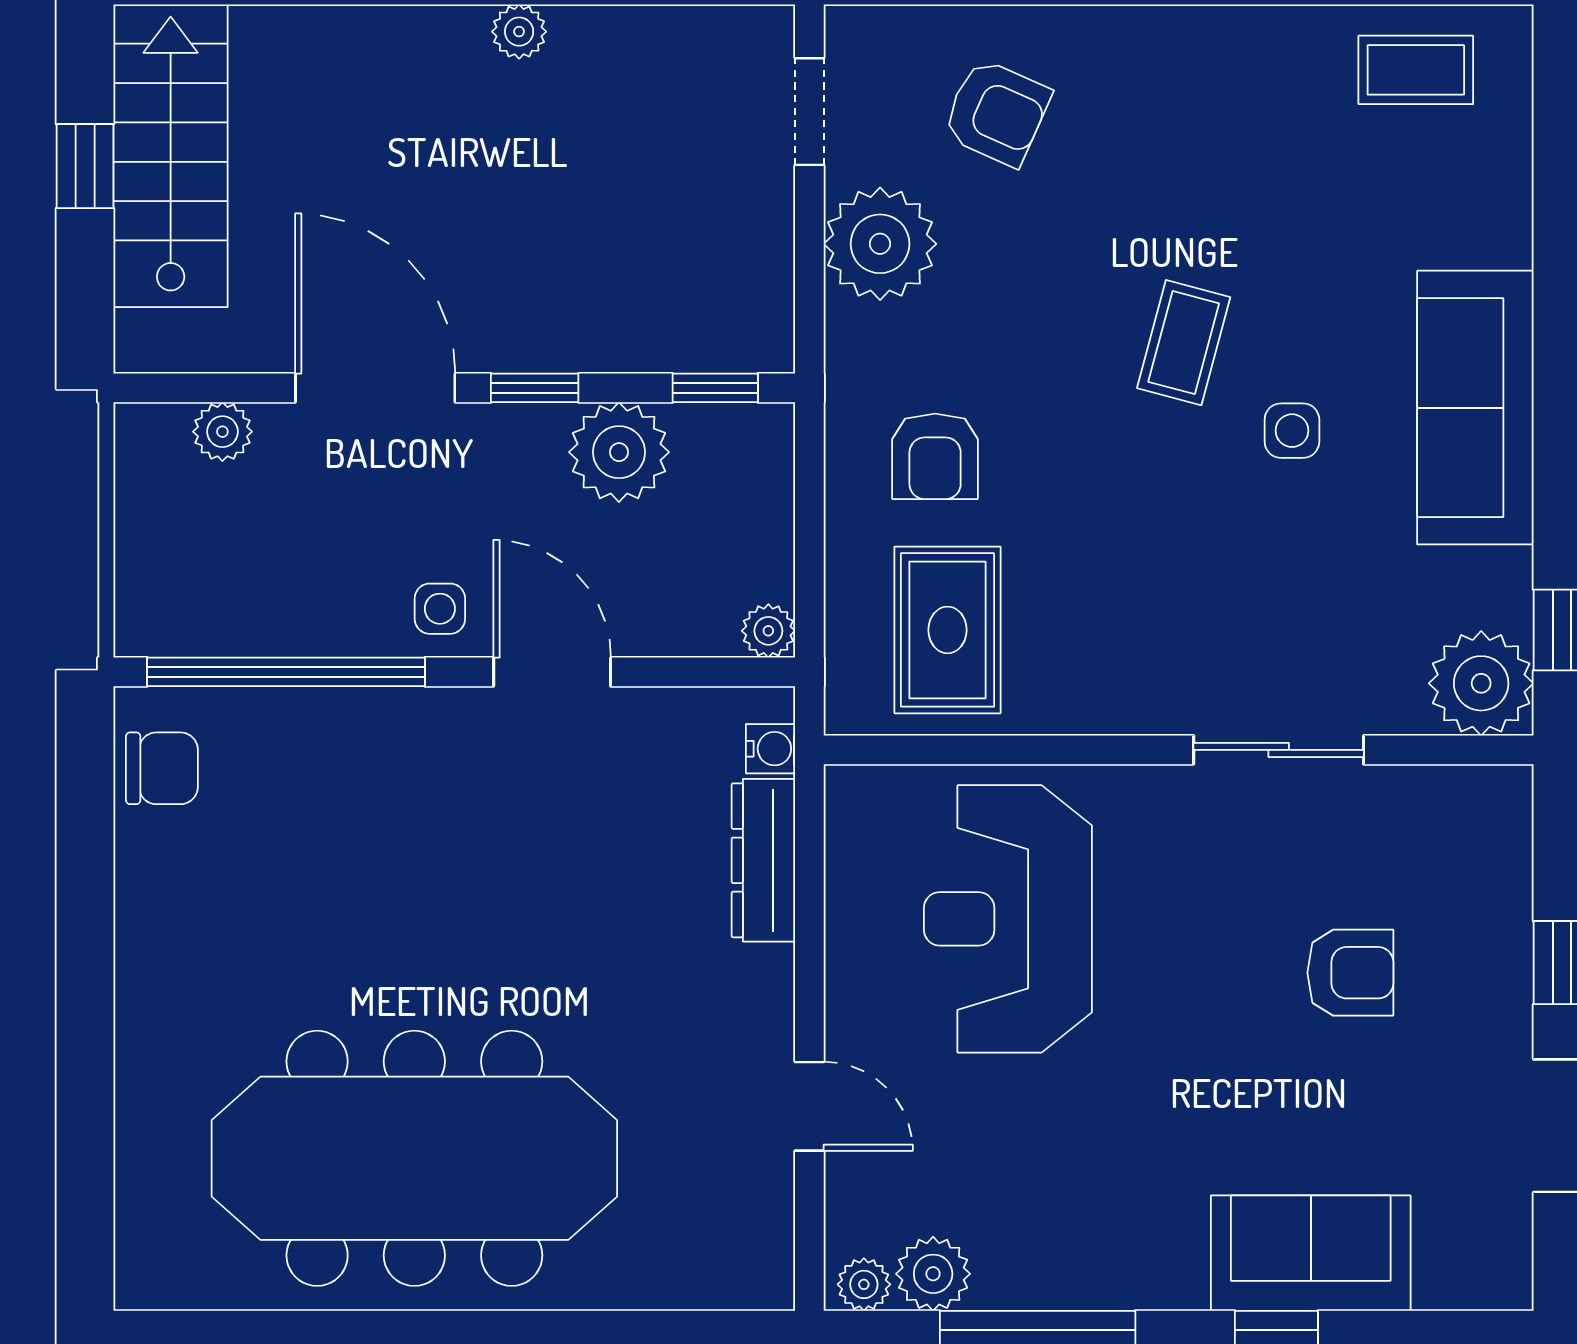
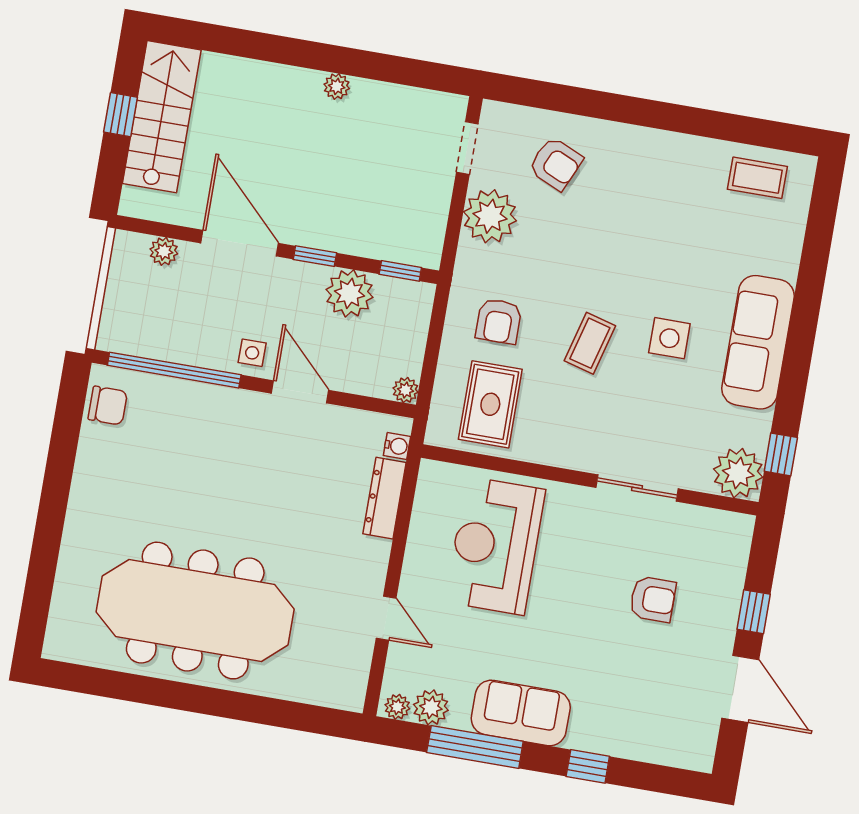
coffee table: (1184, 343) -> (590, 343), moved
side table: (1292, 431) -> (669, 338), width x1.37, depth x1.37
sofa: (1311, 1253) -> (521, 713), moved

